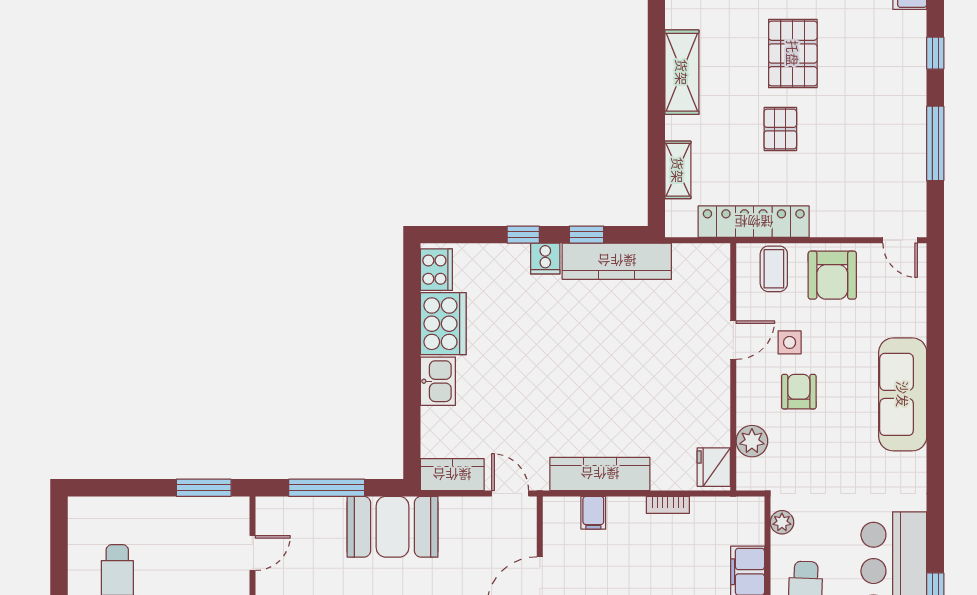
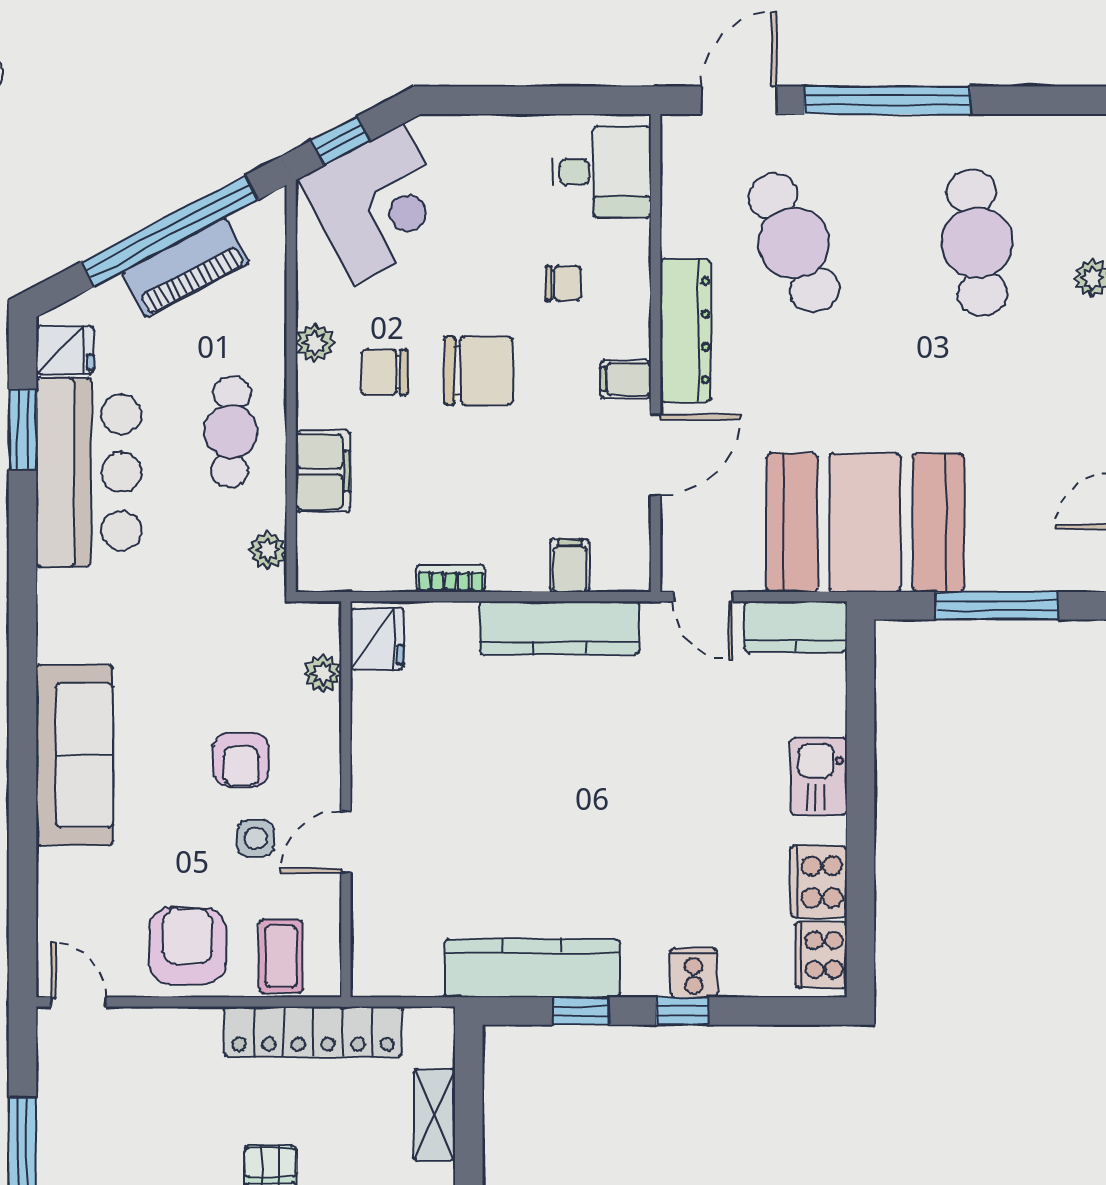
cooker: (545, 259) -> (694, 973), moved
cooker: (443, 324) -> (819, 882), width x0.73, depth x0.76
plant: (752, 441) -> (323, 673), width x0.73, depth x0.73
booth: (393, 527) -> (865, 523), width x1.36, depth x1.42

